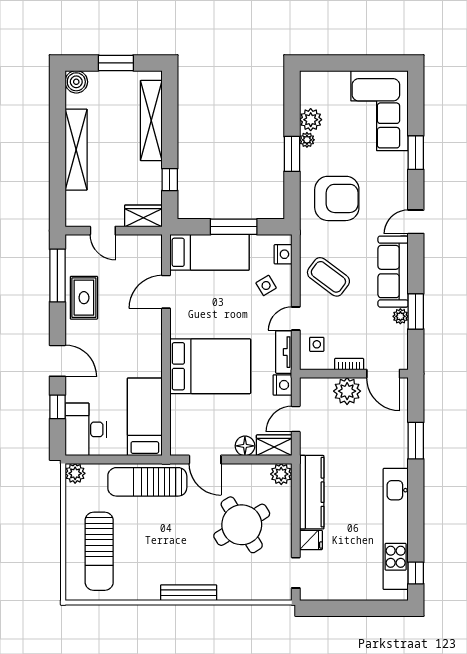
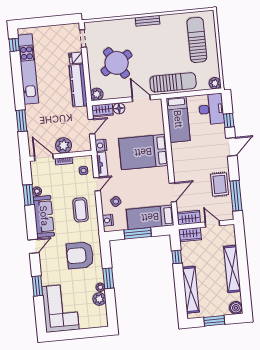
wardrobe: (142, 246) -> (189, 218), added
coffee table: (328, 277) -> (81, 210), turned 53
door: (57, 361) -> (231, 147), swing flipped
bench: (189, 593) -> (148, 21), width x0.73

